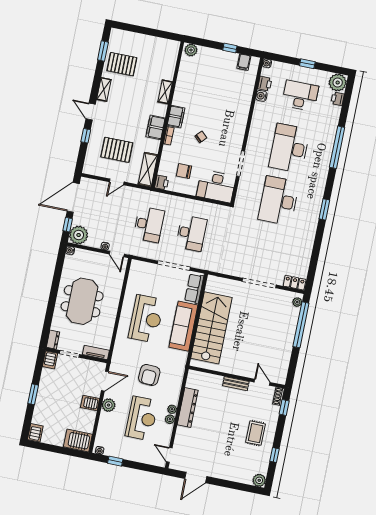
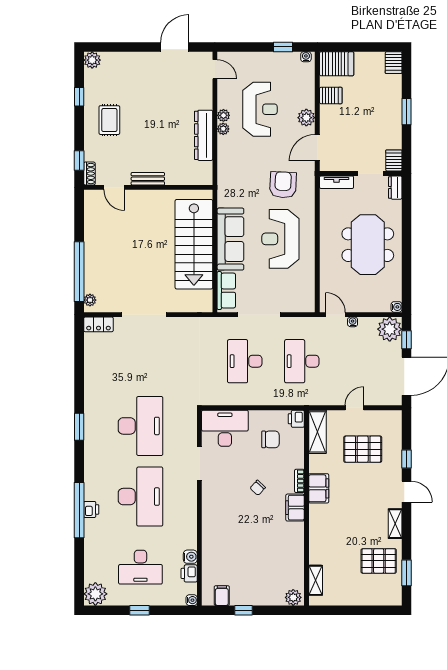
shelving: (165, 92) -> (316, 580), moved
printer: (338, 99) -> (91, 509), moved
armchair: (149, 375) -> (283, 185), moved
server rack: (90, 403) -> (331, 95), moved
reception desk: (142, 418) -> (260, 109), turned 180

